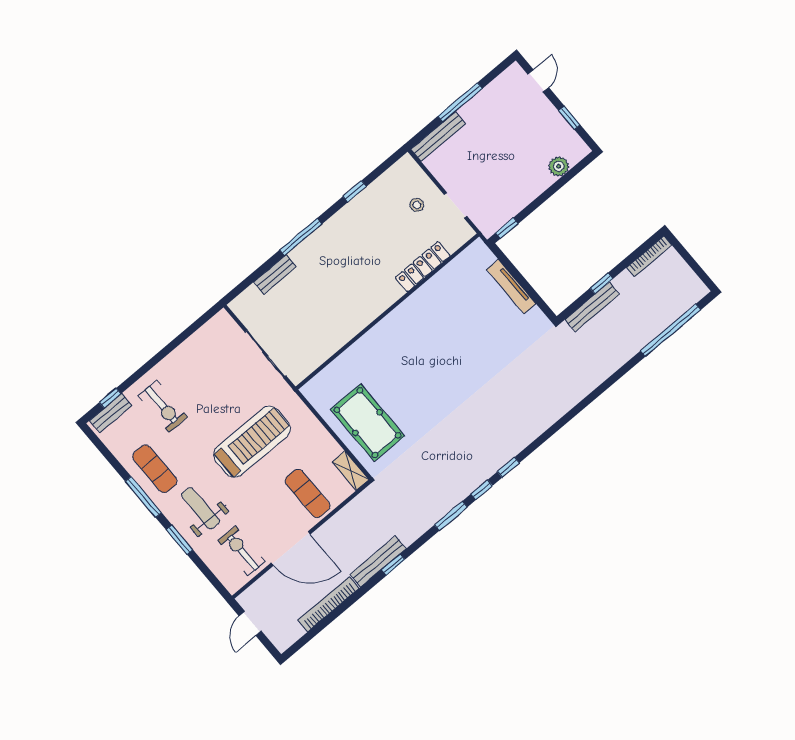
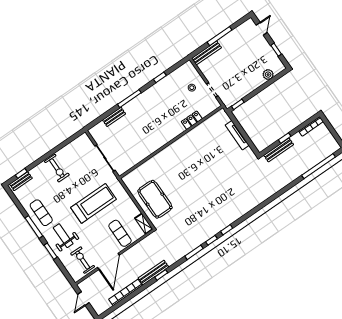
locker: (423, 267) -> (192, 120), width x0.66
exercise bike: (163, 406) -> (57, 168), moved
door: (291, 549) -> (108, 261), hinge flipped

